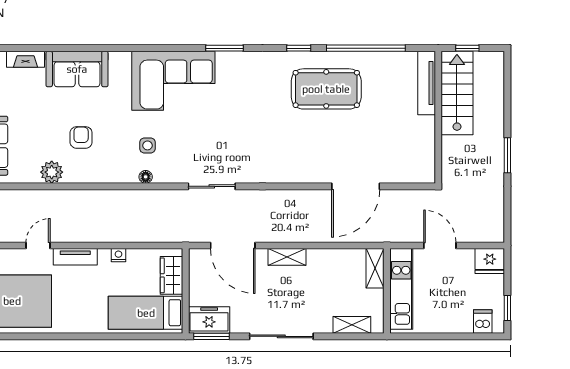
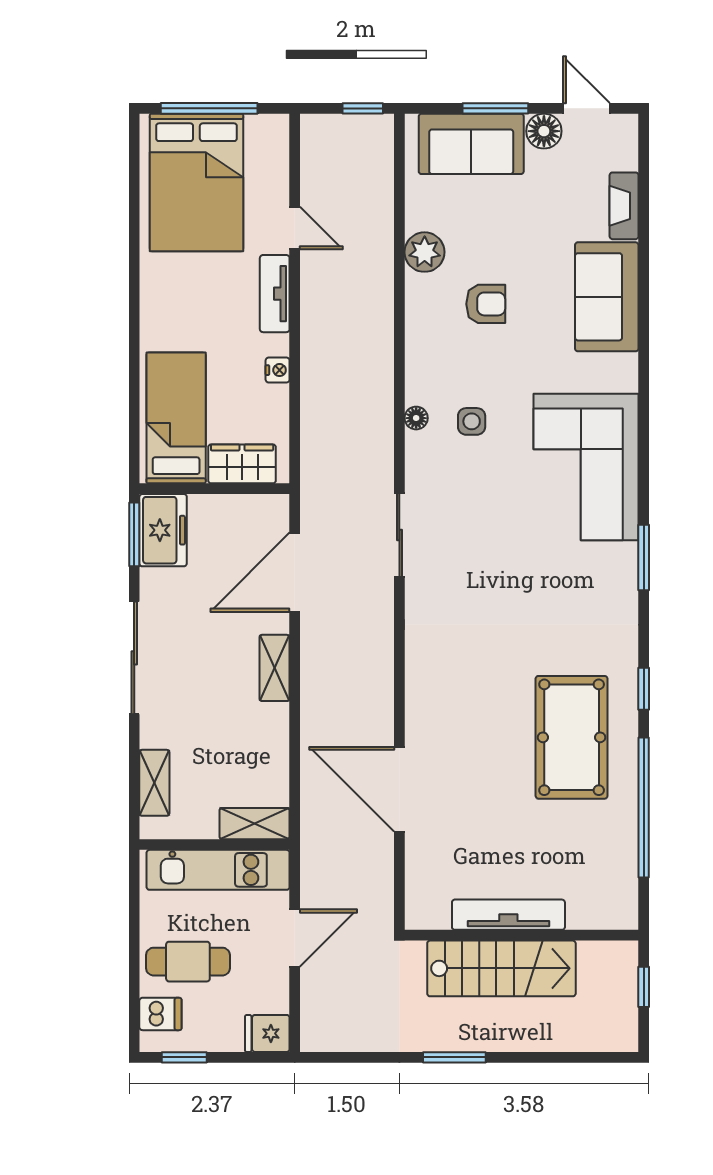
tv unit: (427, 83) -> (508, 915), moved
stairs: (457, 93) -> (501, 968), moved
fridge: (490, 261) -> (267, 1033), width x0.72
cafe table: (453, 306) -> (188, 962), added

